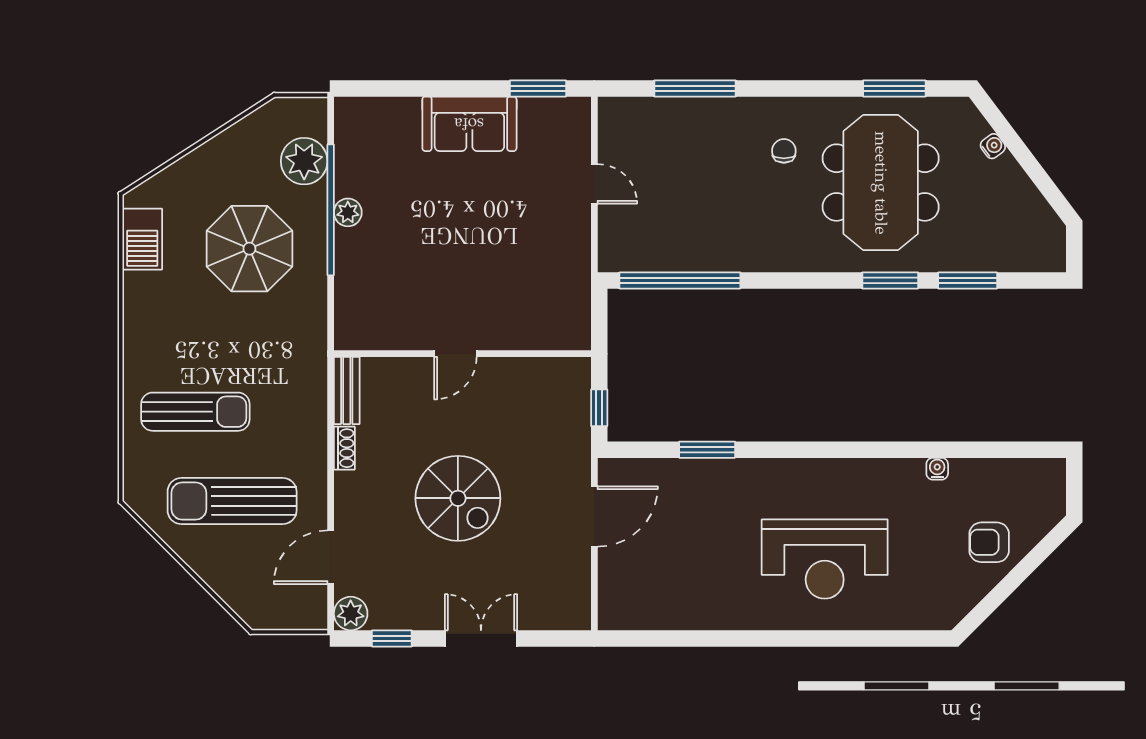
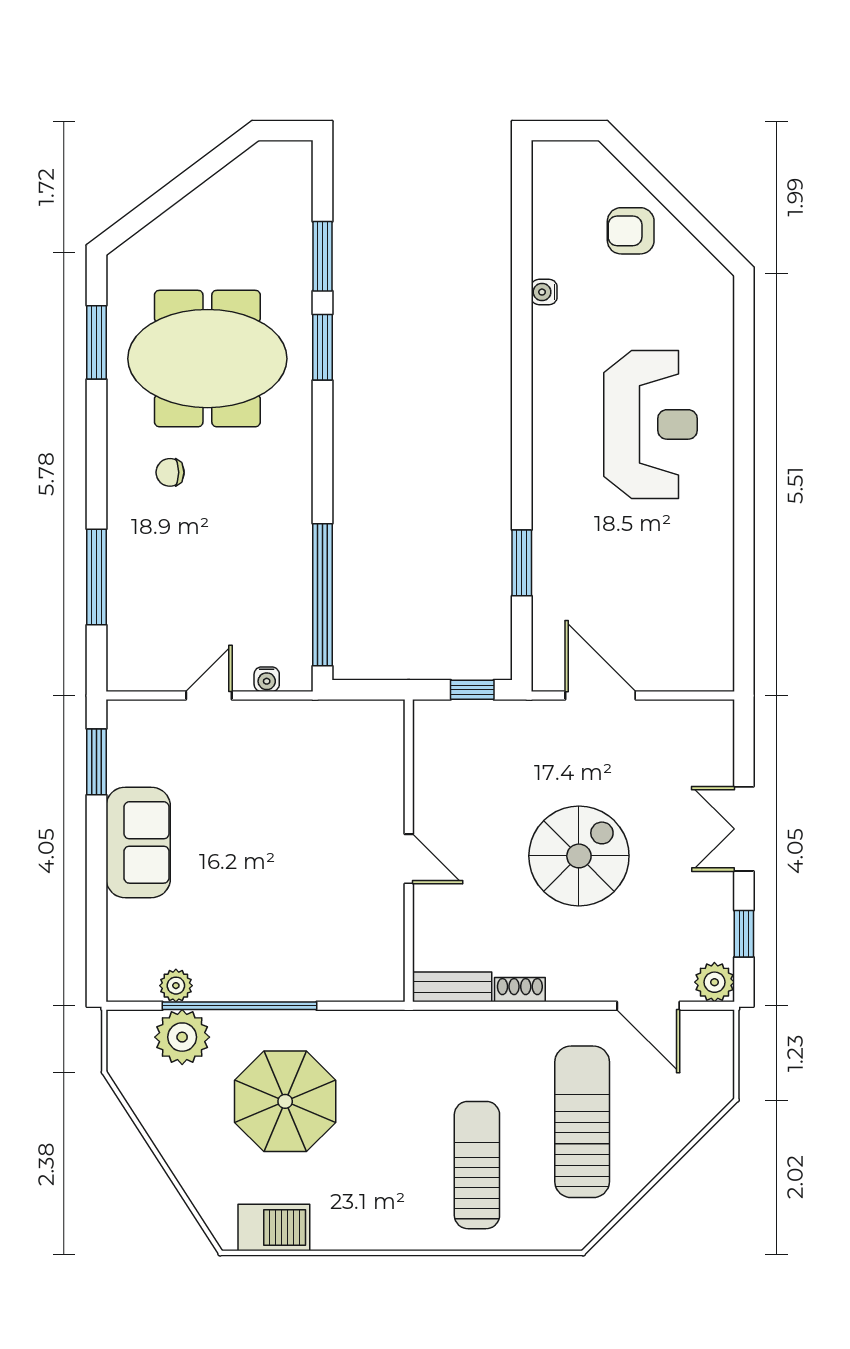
water cooler: (993, 146) -> (267, 679), moved, turned -143
plant: (348, 212) -> (176, 986), moved
sun lounger: (232, 501) -> (582, 1122), turned 180
armchair: (989, 542) -> (631, 231), turned 90

